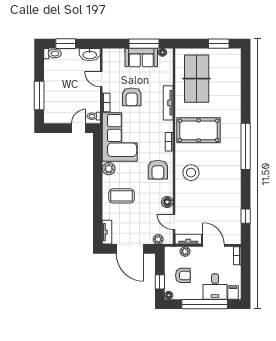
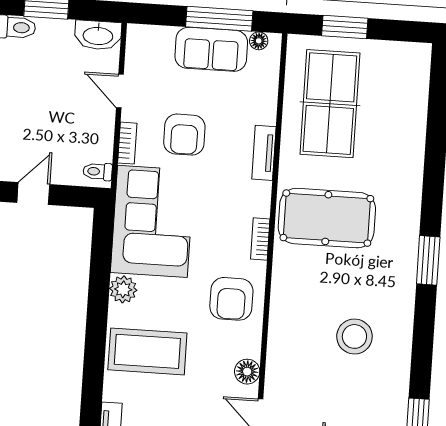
window: (219, 44) -> (345, 27), moved
tv unit: (168, 103) -> (264, 153), width x0.71
door: (79, 128) -> (33, 194), moved
window: (246, 146) -> (428, 260), width x0.47
stool: (191, 173) -> (354, 336), moved
coffee table: (122, 196) -> (147, 351), width x1.36, depth x1.32

